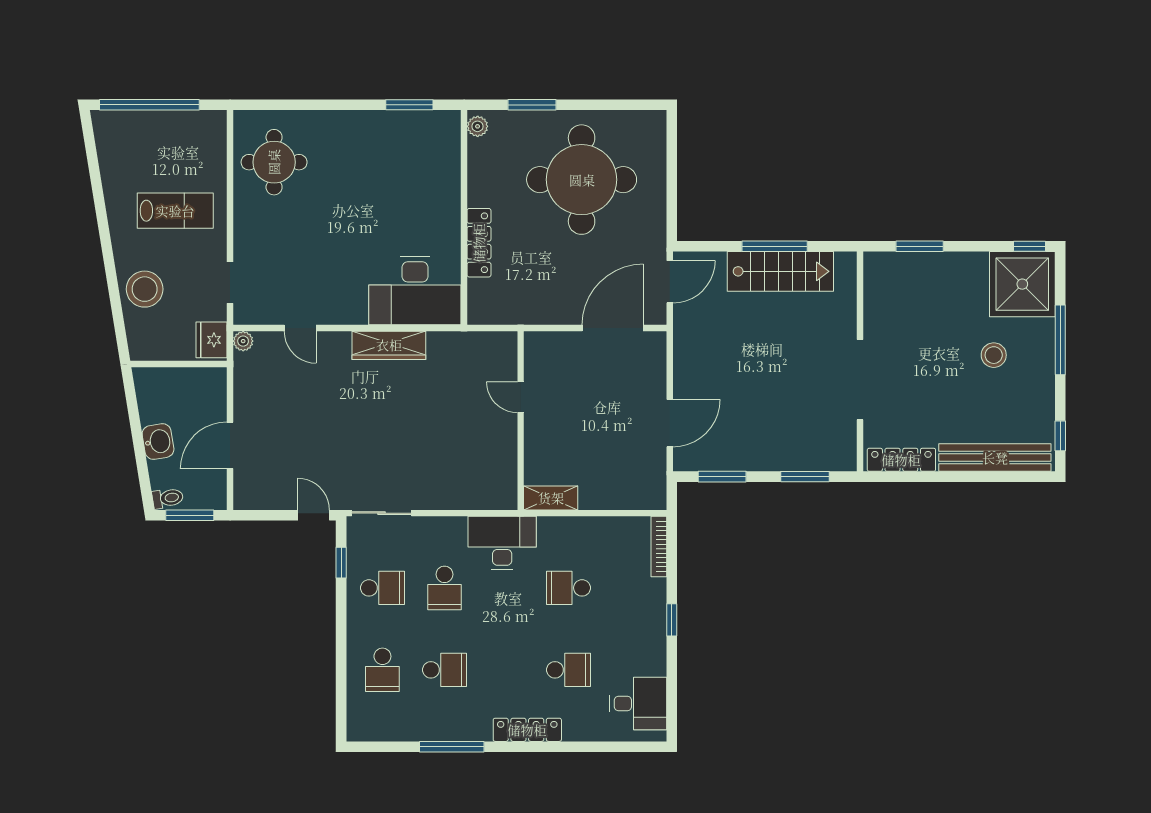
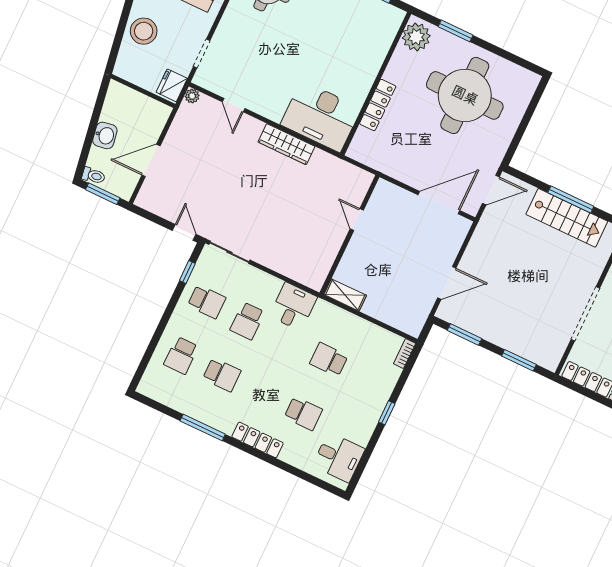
plant: (478, 126) -> (416, 37), width x1.88, depth x1.88
desk: (502, 543) -> (293, 306), width x0.73
bookcase: (659, 547) -> (405, 354), width x0.64

